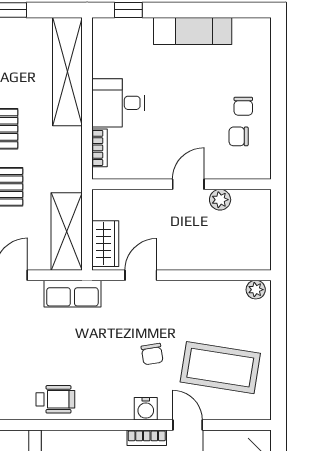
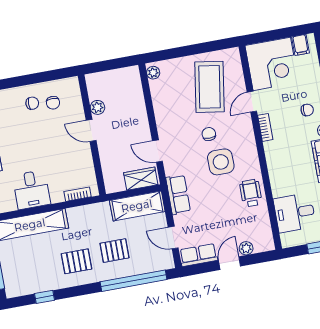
desk: (118, 103) -> (31, 190), moved
chair: (152, 354) -> (209, 134), turned -81
side table: (108, 364) -> (221, 162), added
water cooler: (146, 409) -> (246, 132), removed

